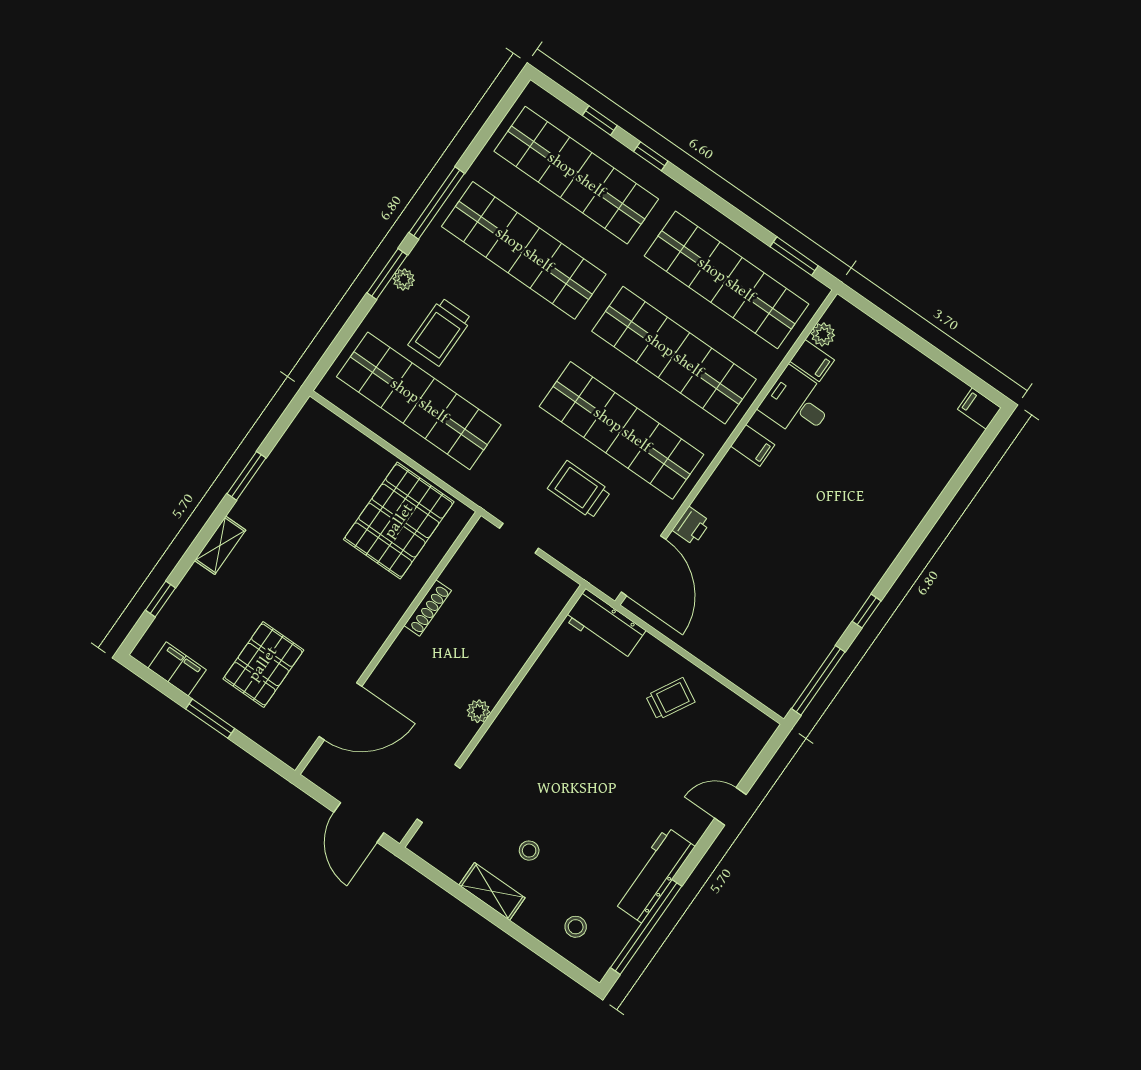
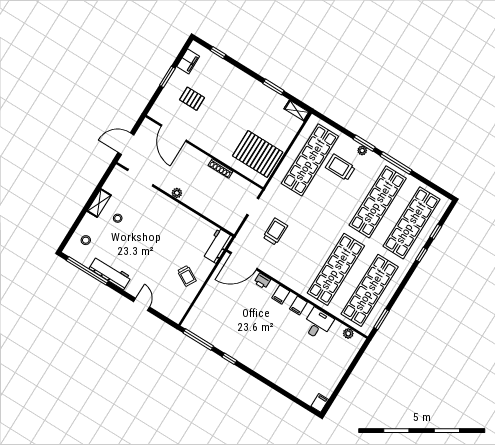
filing cabinet: (812, 361) -> (281, 295), moved
shop shelf: (622, 430) -> (302, 248), removed
shelving: (220, 545) -> (297, 111), moved
pallet: (263, 664) -> (192, 99), width x0.67, depth x0.71

